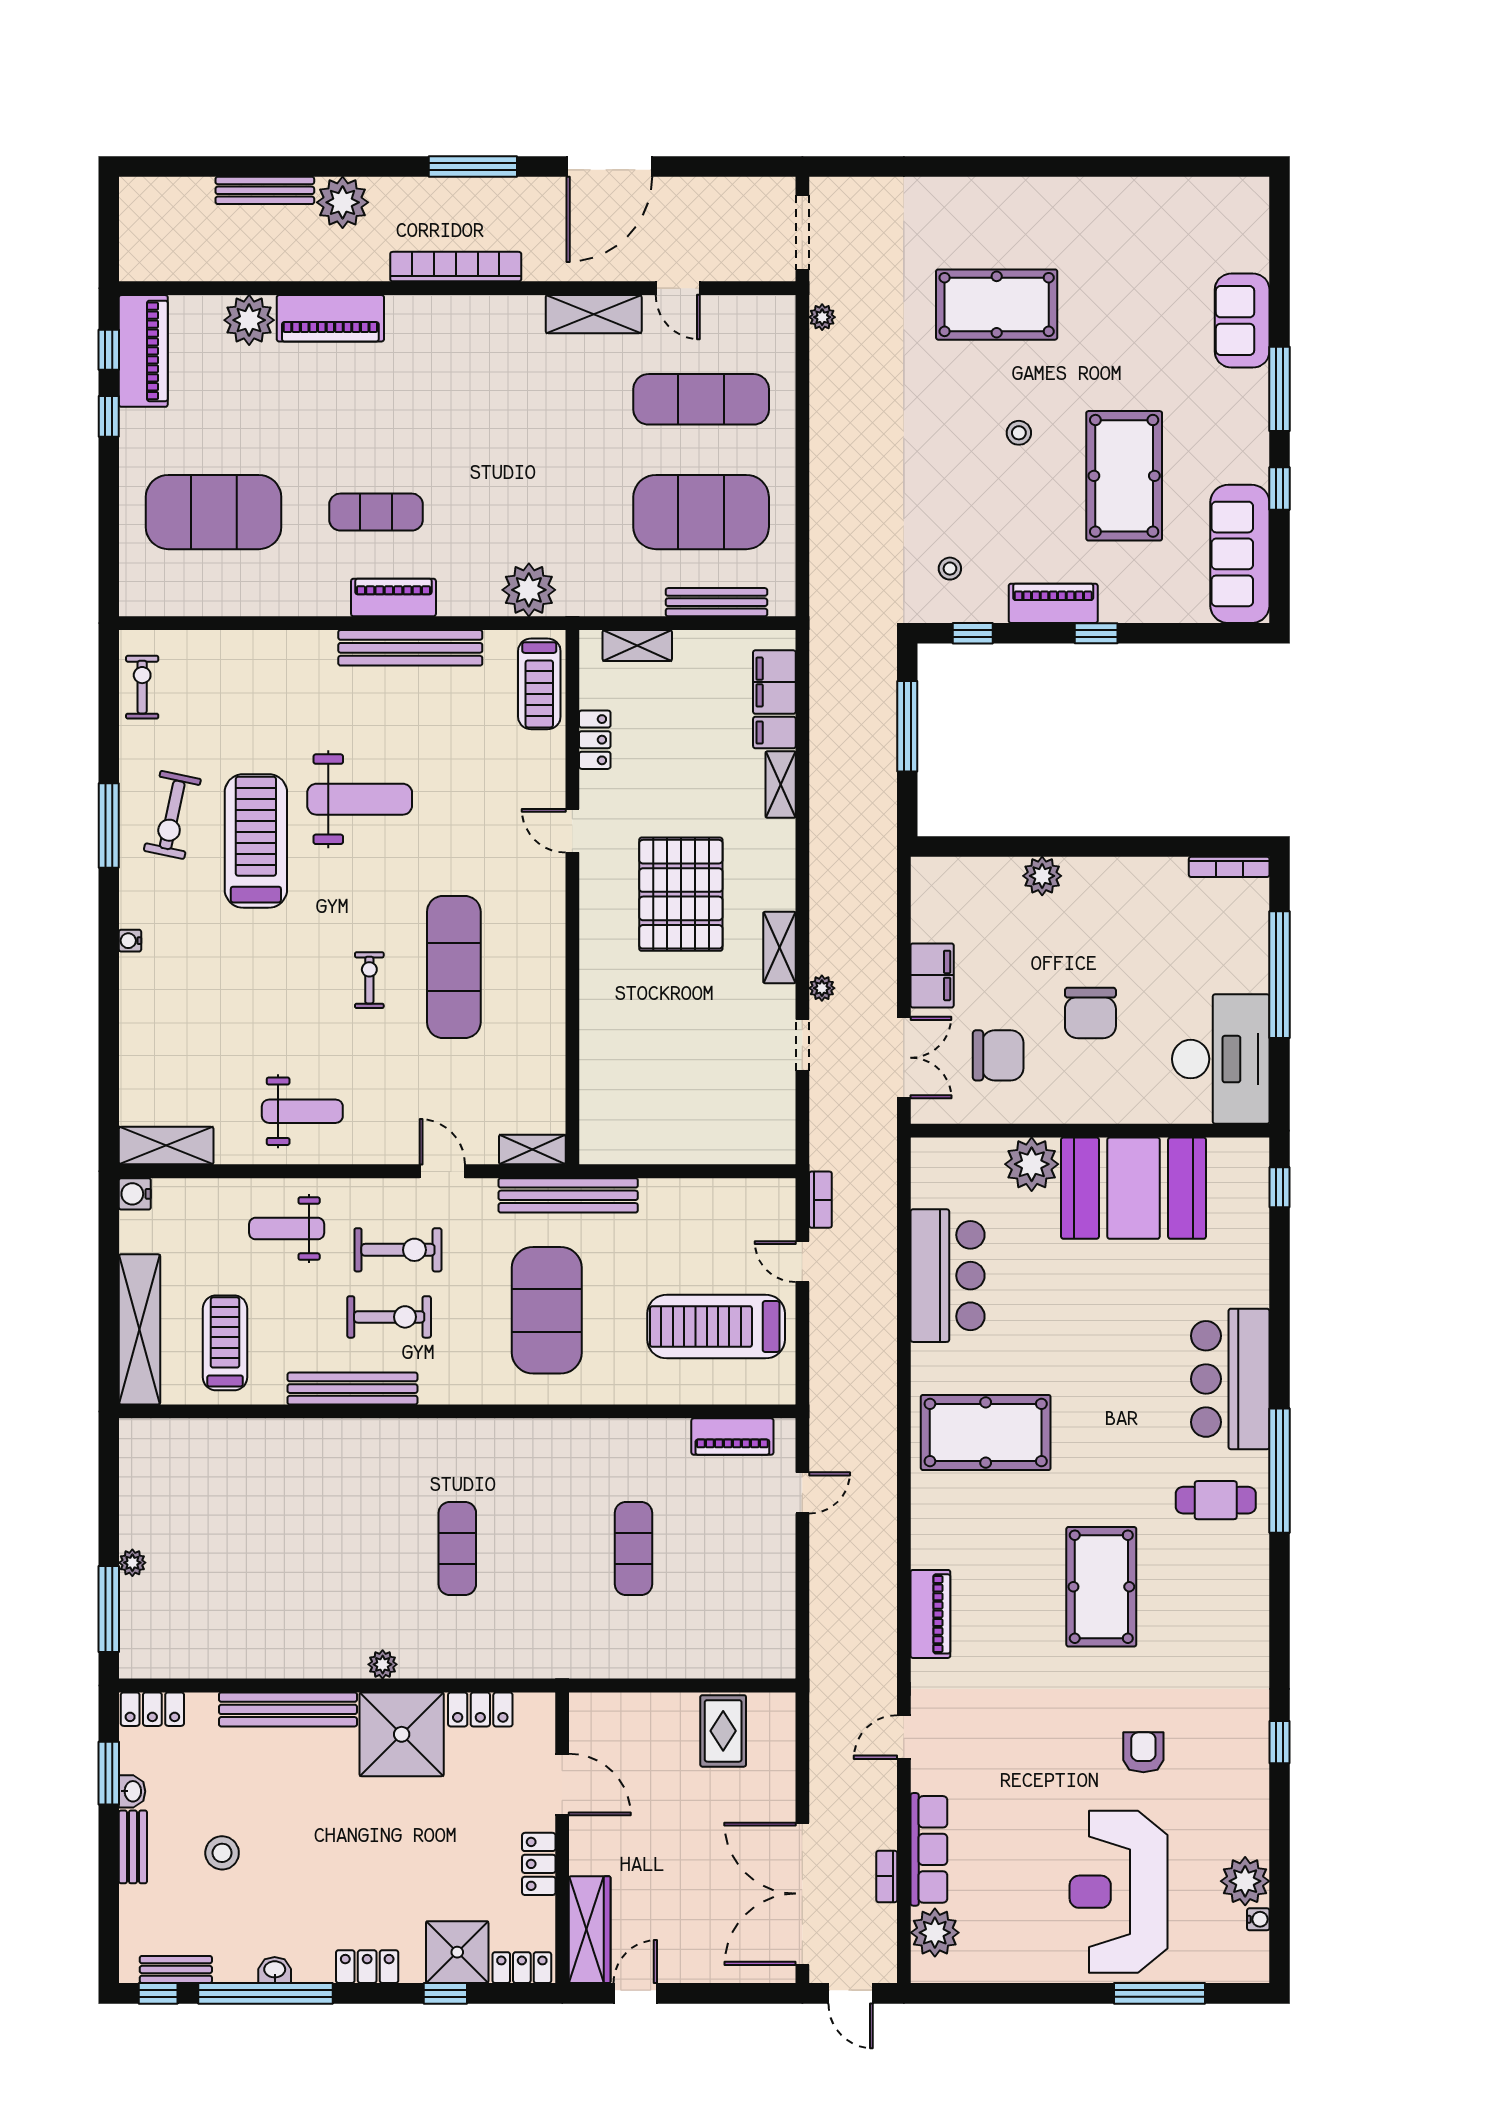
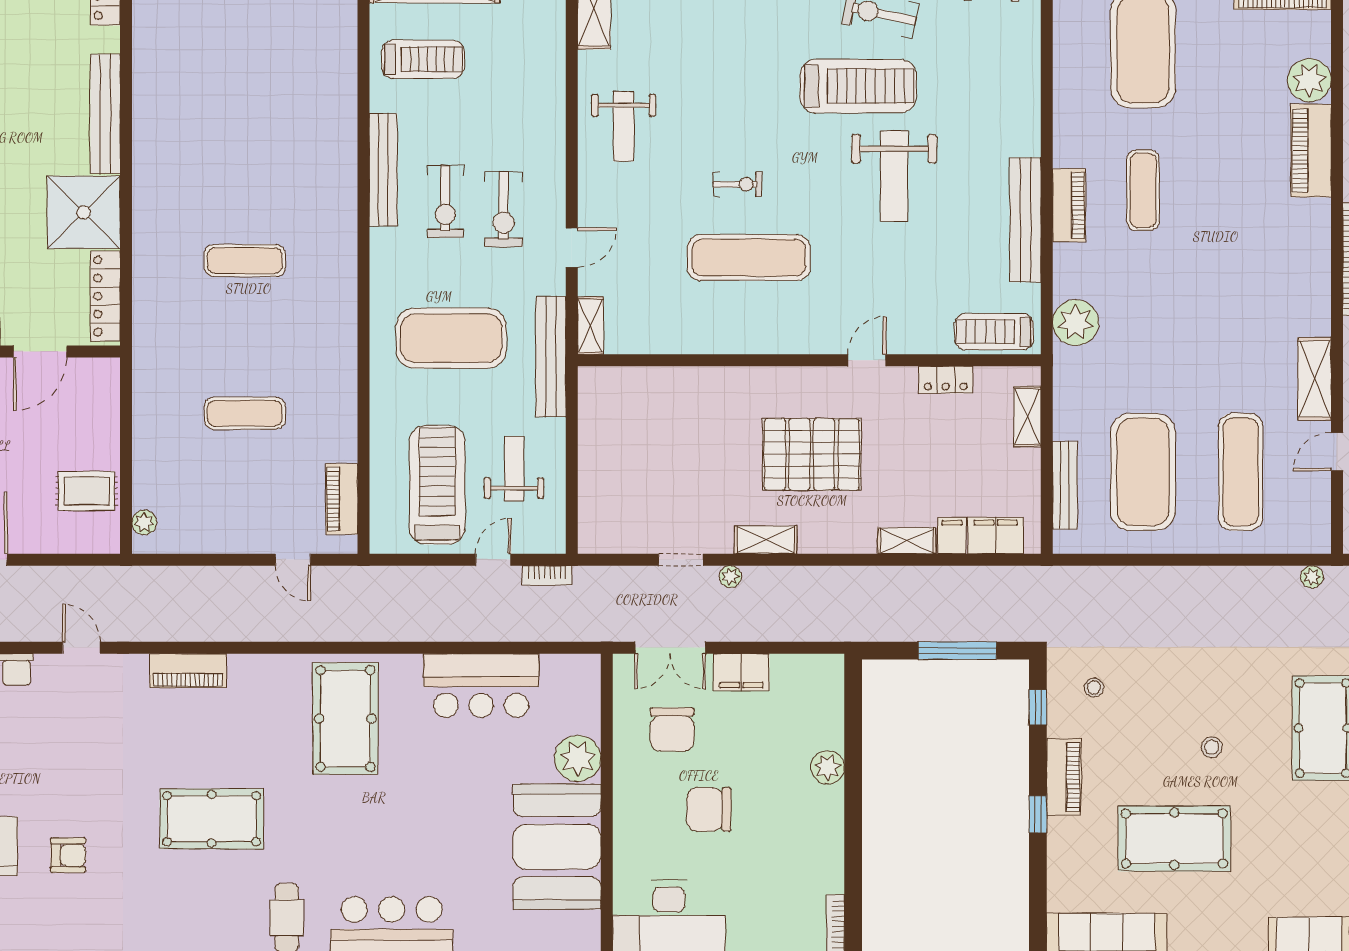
weight bench: (287, 1229) -> (514, 469), moved
plant: (383, 1664) -> (144, 522), moved
locker: (480, 1709) -> (105, 296), width x1.53

